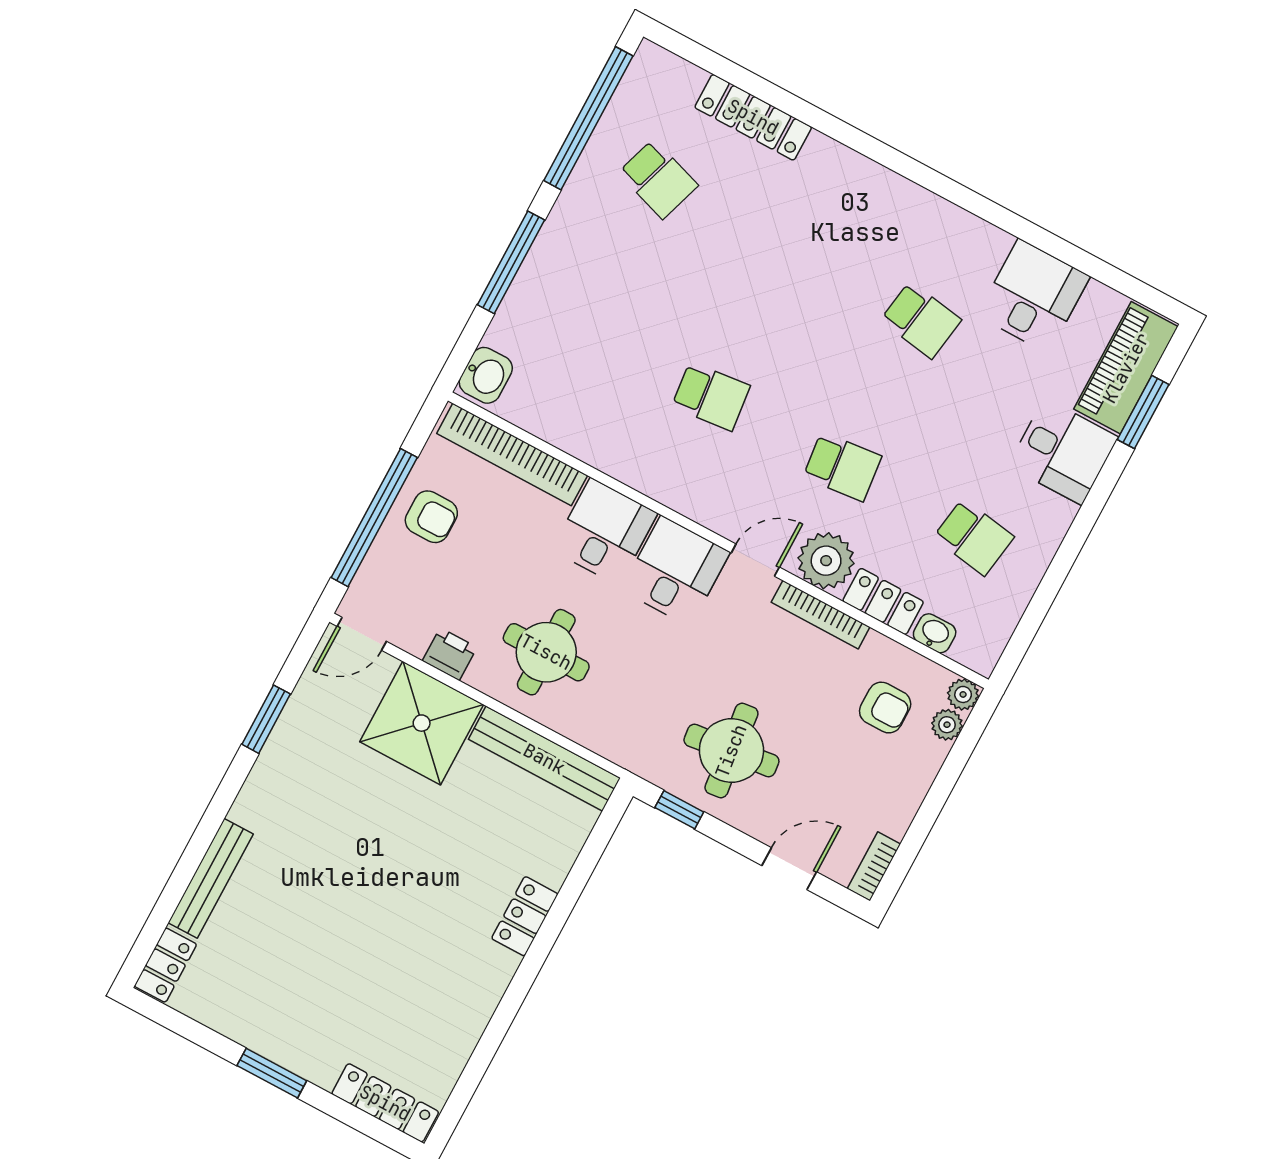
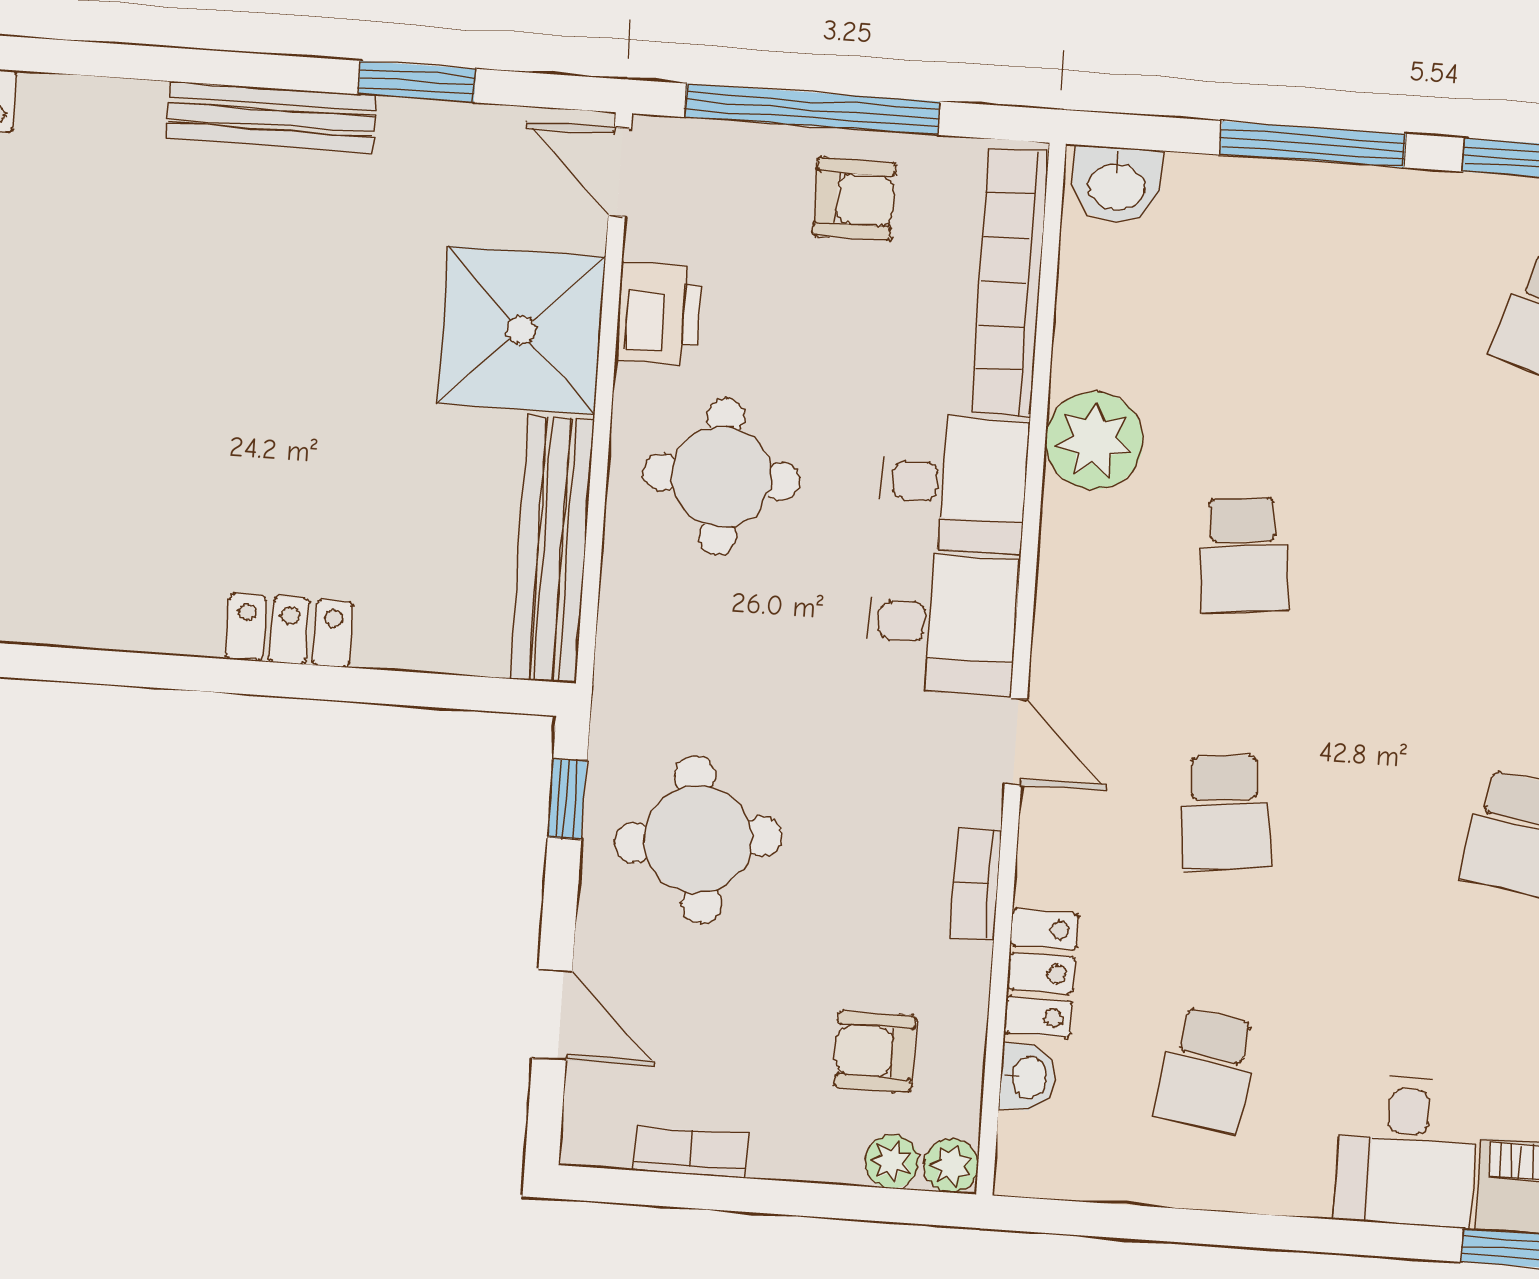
armchair: (431, 517) -> (854, 199), turned -90
plant: (826, 561) -> (1094, 441), moved
bookcase: (821, 615) -> (976, 884), width x0.64
printer: (450, 654) -> (659, 313), width x1.36, depth x1.24
armchair: (885, 708) -> (875, 1052), turned 90
bookcase: (874, 866) -> (691, 1152), moved
bench: (211, 878) -> (271, 117), moved

